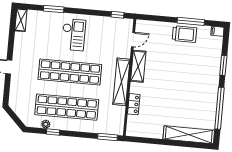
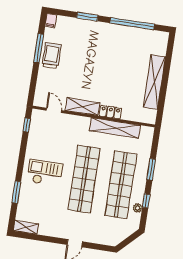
shelving: (121, 82) -> (115, 128), moved
locker: (134, 104) -> (110, 112), moved
shelving: (189, 135) -> (154, 82), moved
window: (108, 137) -> (151, 169), moved

